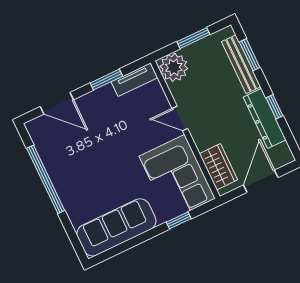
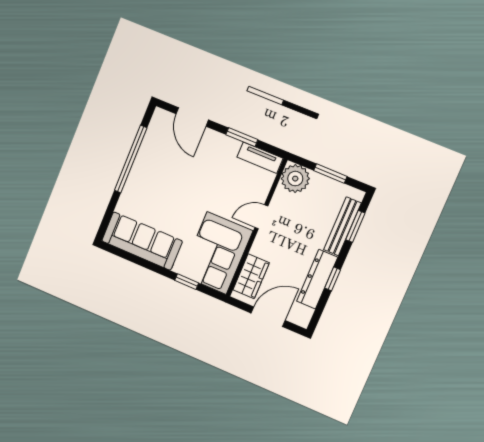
door: (180, 118) -> (261, 217), hinge flipped

